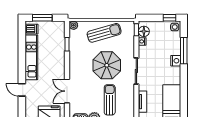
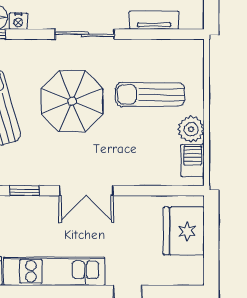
double door: (67, 91) -> (86, 191), moved

